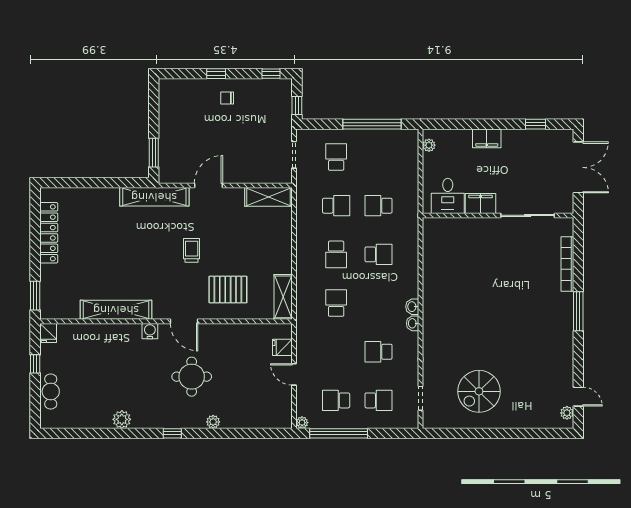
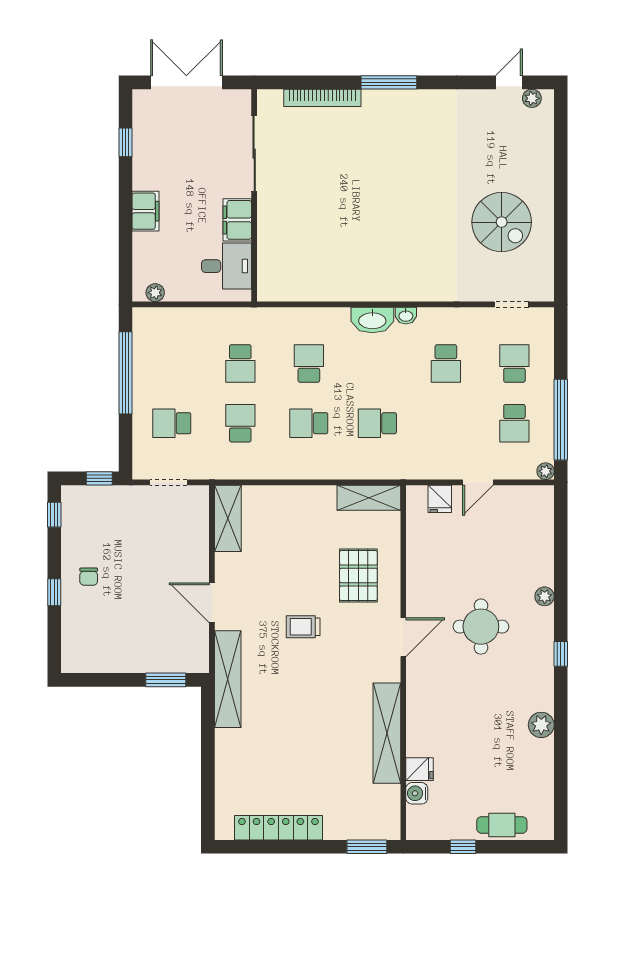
school desk: (336, 254) -> (309, 423), turned 180
washbasin: (412, 307) -> (372, 320), width x1.91, depth x1.45
water cooler: (150, 331) -> (417, 793), moved
fridge: (48, 333) -> (420, 769), moved

